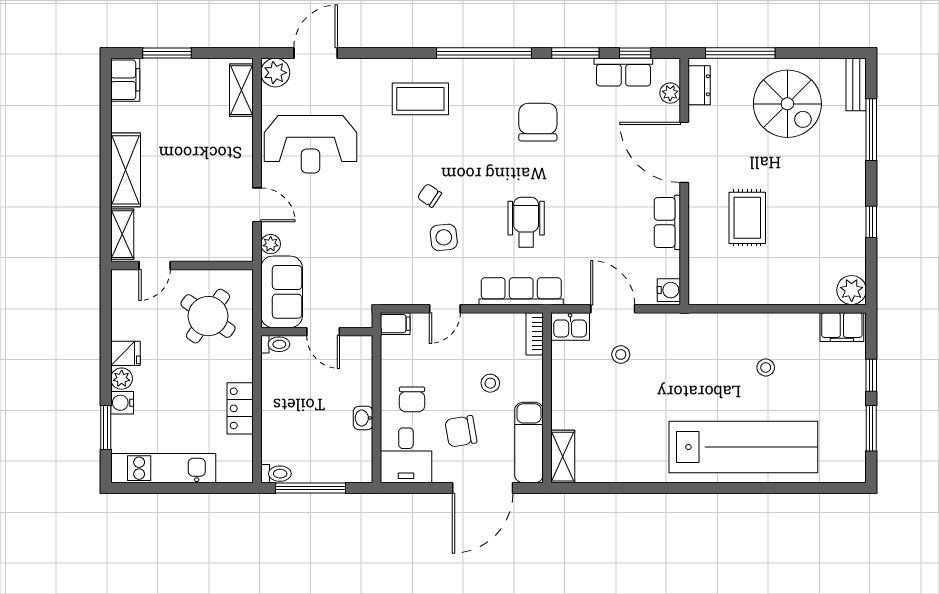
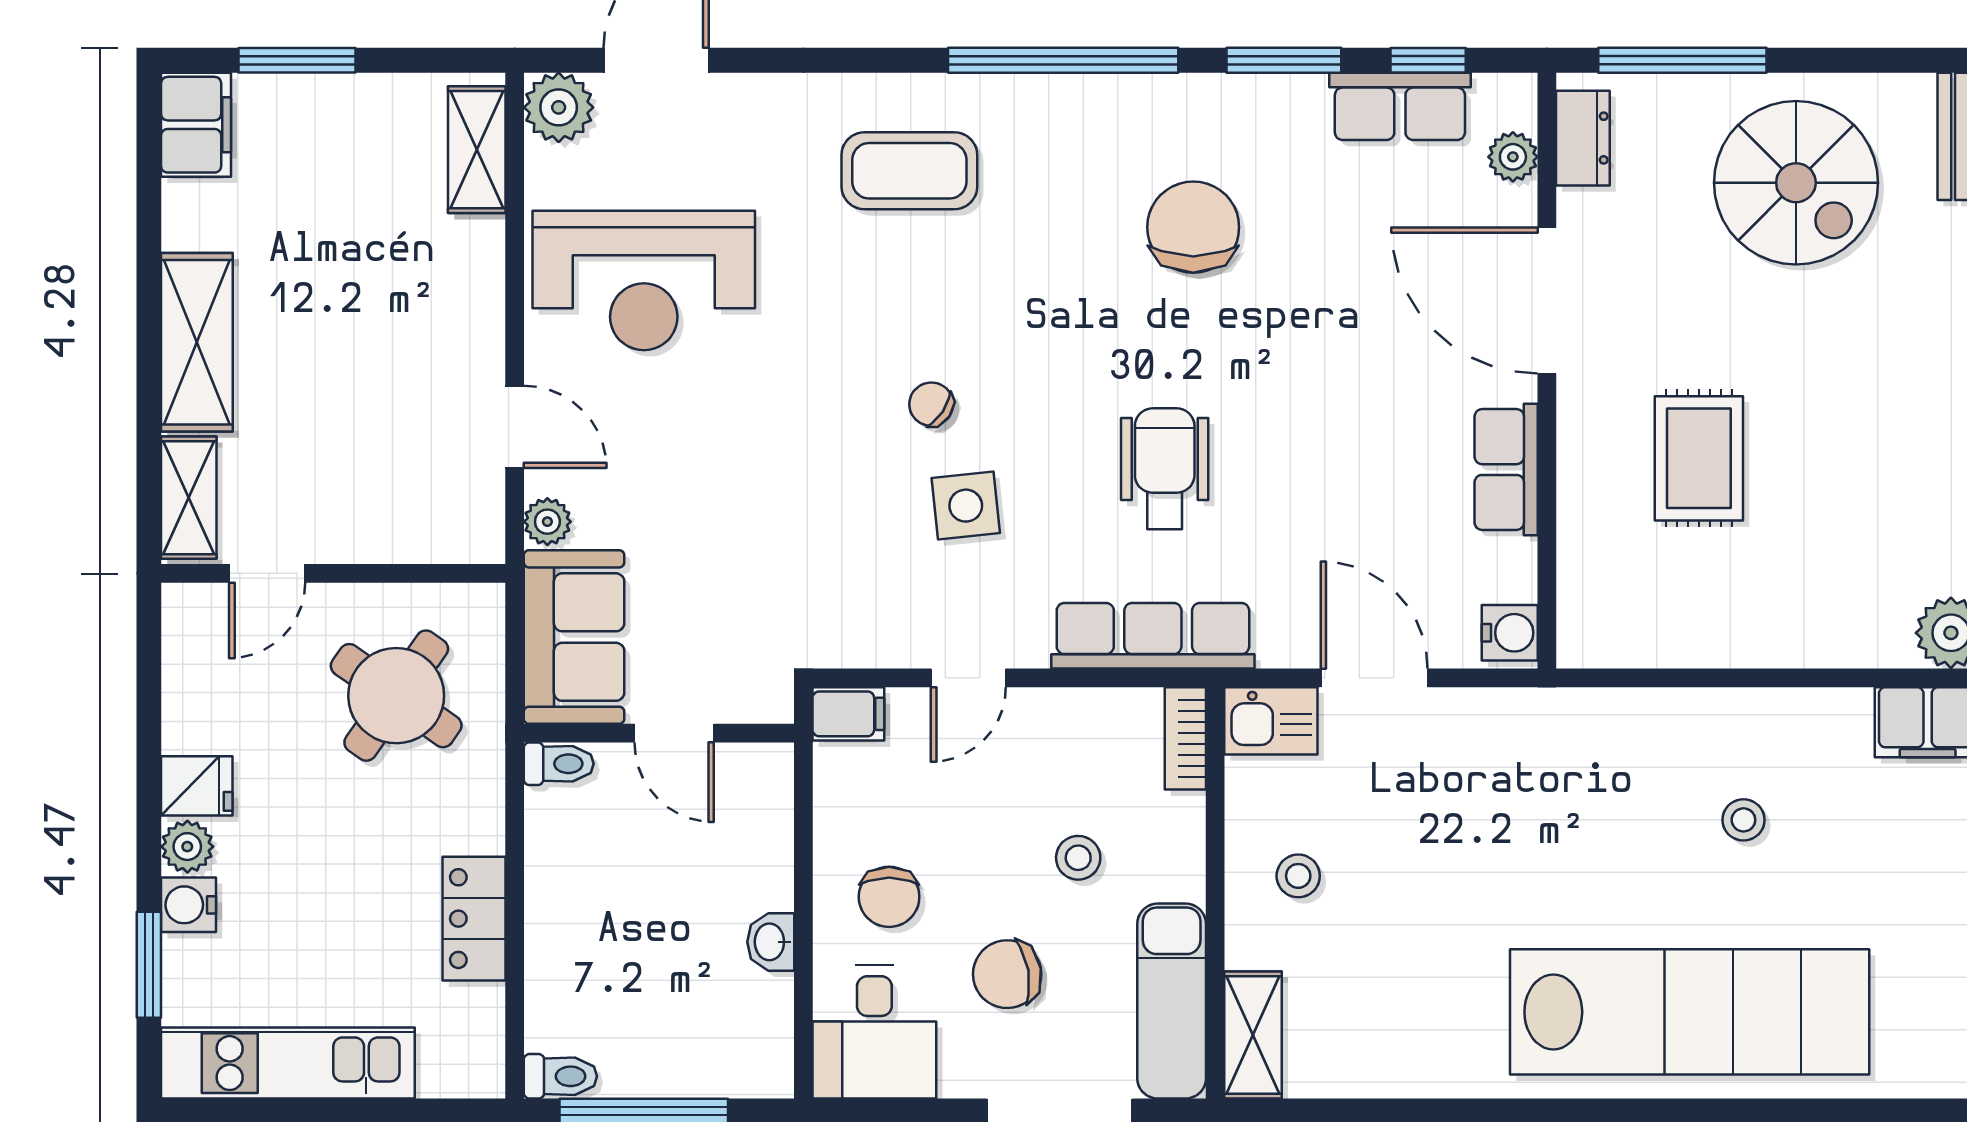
stool: (621, 355) -> (1298, 876), moved

